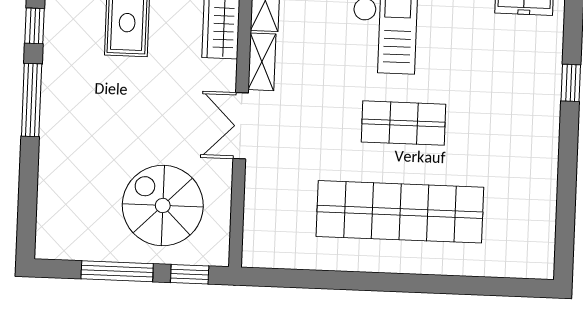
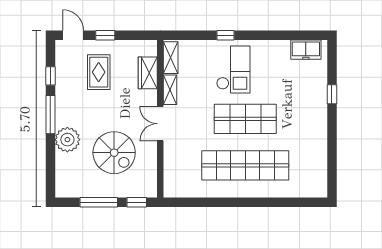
shop shelf: (403, 123) -> (245, 119), width x1.43, depth x1.36
plant: (62, 149) -> (67, 140), added
spiral stairs: (163, 206) -> (114, 153), moved, turned 180

